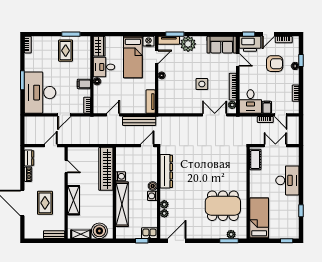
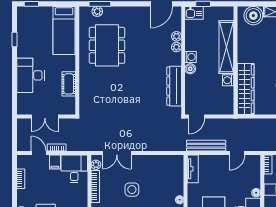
cot: (255, 159) -> (69, 84), moved
dining table: (223, 206) -> (107, 45), turned 90

